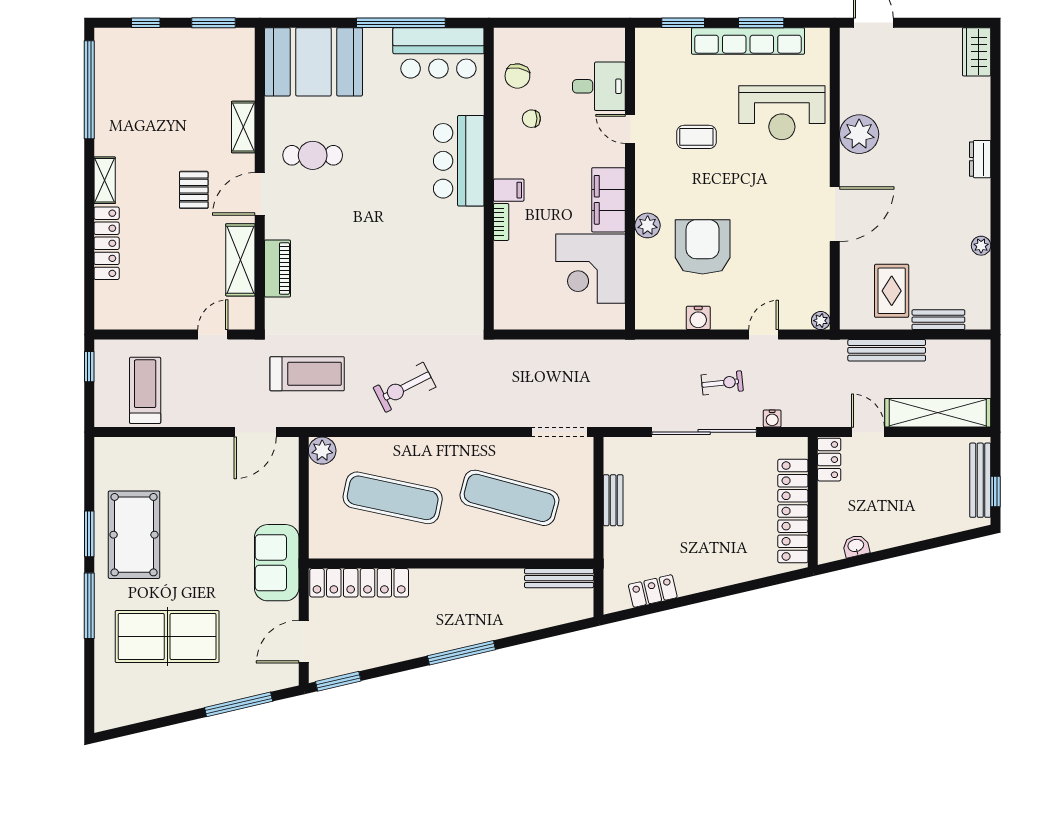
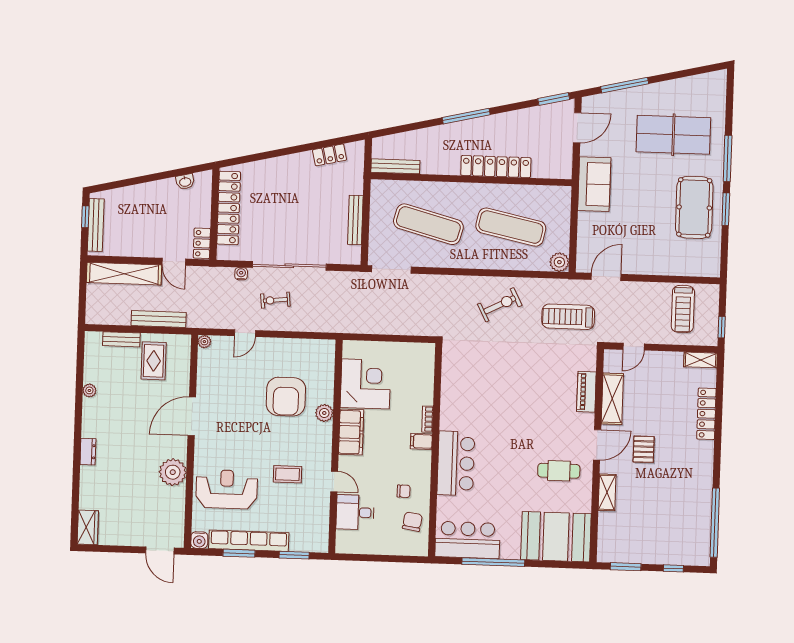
shelving: (105, 180) -> (701, 360), moved, turned 90
water cooler: (698, 318) -> (199, 540), moved, turned 180
bench: (613, 500) -> (355, 220), width x1.36
locker: (359, 583) -> (496, 167), moved

